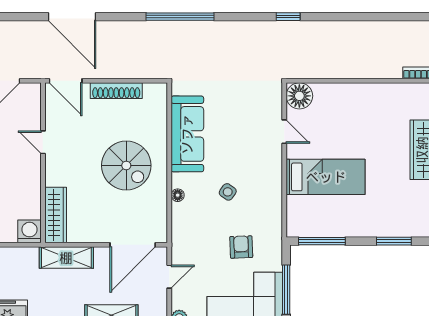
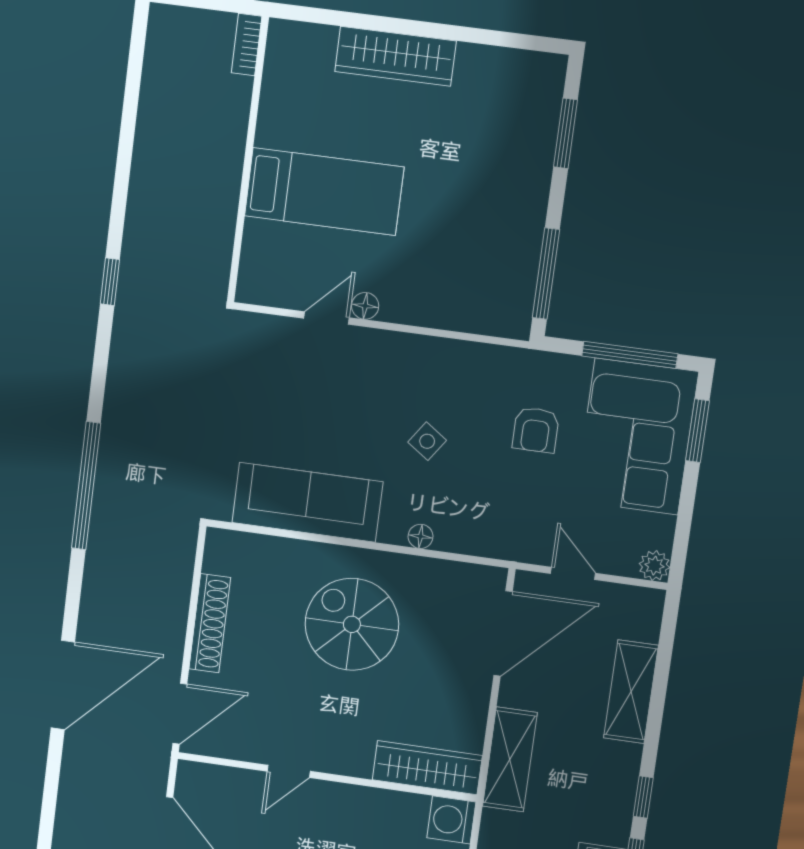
floor lamp: (299, 96) -> (365, 306), moved, width x0.53, depth x0.53
spiral stairs: (126, 165) -> (352, 624), turned -90
bed: (326, 177) -> (324, 192), moved, turned 90
door: (133, 245) -> (503, 633), hinge flipped
armchair: (241, 247) -> (536, 430), turned -88

